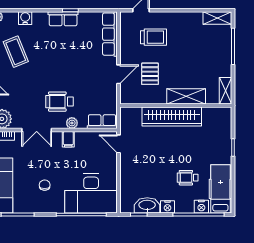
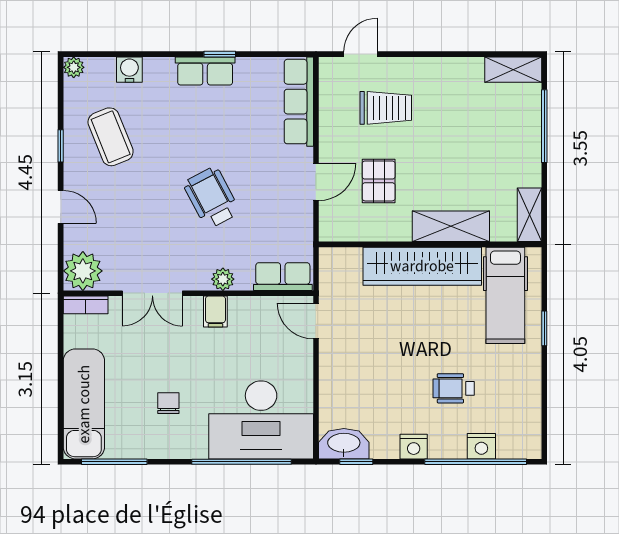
wheelchair: (60, 102) -> (211, 198), moved, turned 62
hospital bed: (220, 189) -> (505, 295), moved, turned 180
washbasin: (147, 205) -> (344, 444), moved

